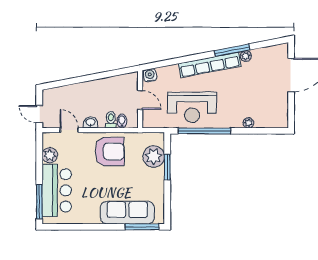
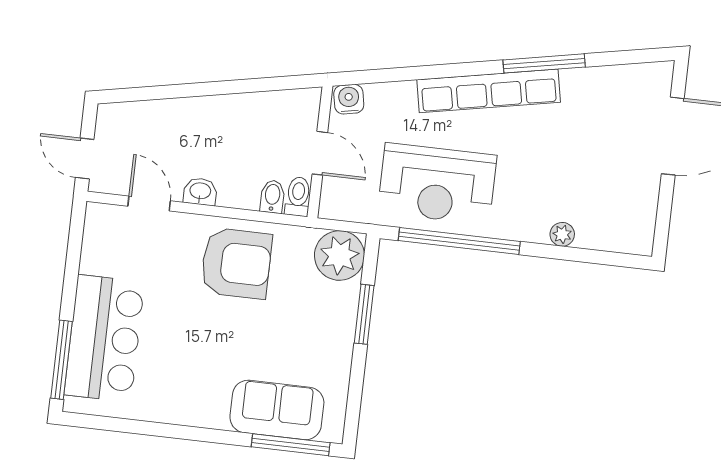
plant: (246, 56) -> (574, 80), removed
toilet: (111, 120) -> (298, 196), moved
plant: (50, 155) -> (98, 256), removed
plant: (154, 156) -> (339, 255), moved
sofa: (127, 213) -> (277, 410), width x0.73

